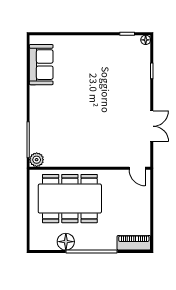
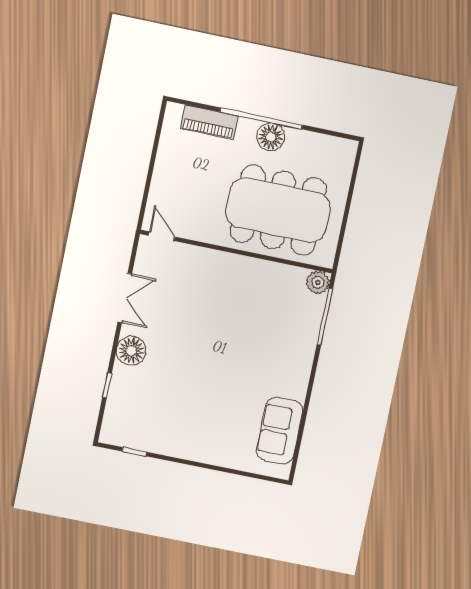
floor lamp: (146, 40) -> (131, 351), moved, width x1.89, depth x1.89
double door: (152, 126) -> (125, 298), swing flipped
floor lamp: (66, 242) -> (271, 137), moved
piano: (134, 243) -> (209, 122), moved

